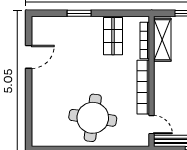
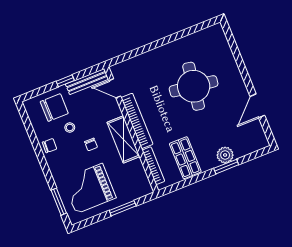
plant: (76, 24) -> (225, 155), added
shelving: (162, 40) -> (123, 139), moved
round table: (93, 118) -> (194, 86), moved

